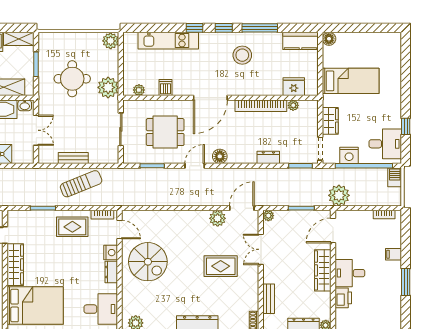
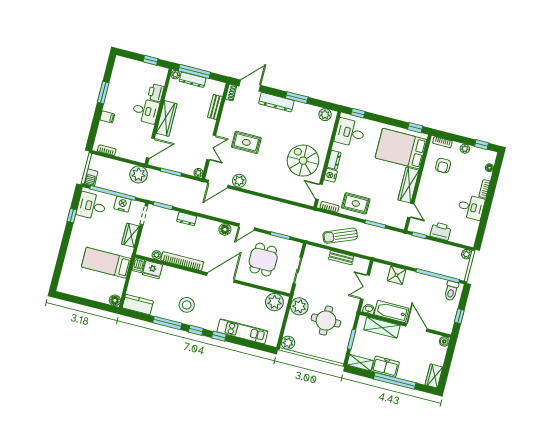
dishwasher: (165, 88) -> (138, 265), moved
plant: (139, 90) -> (274, 302), width x1.88, depth x1.88
dining table: (165, 132) -> (263, 260), turned 90

